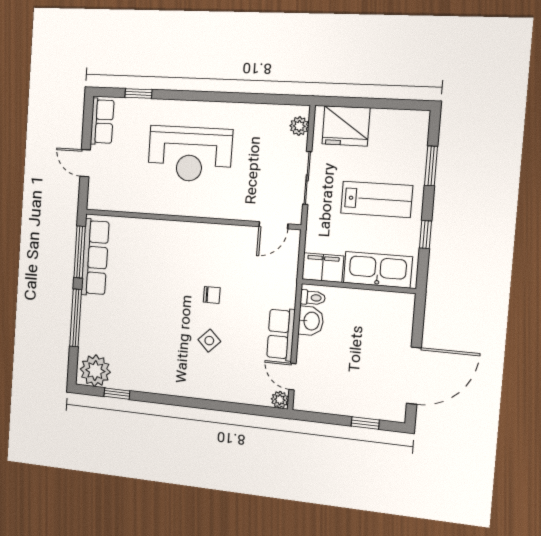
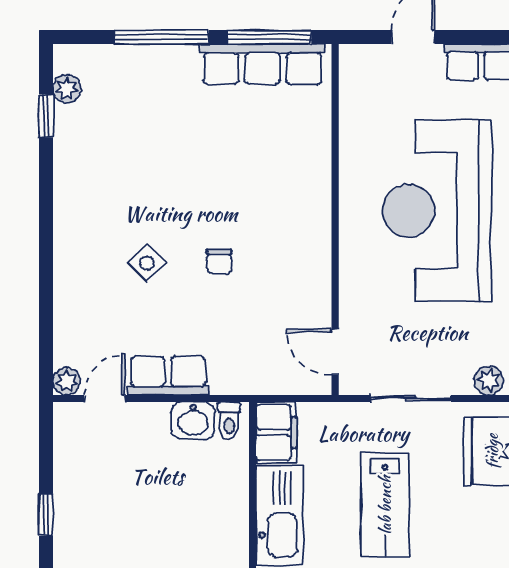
reception desk: (190, 154) -> (437, 211), width x1.36, depth x1.30
plant: (95, 371) -> (67, 89), width x0.53, depth x0.53

